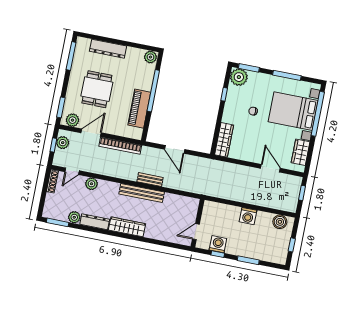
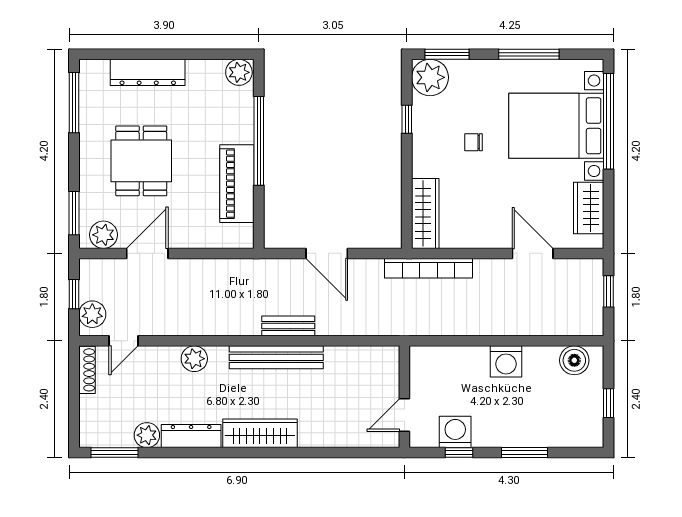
plant: (63, 143) -> (92, 314), moved
bookcase: (120, 146) -> (429, 268), moved
plant: (91, 184) -> (194, 359), moved

